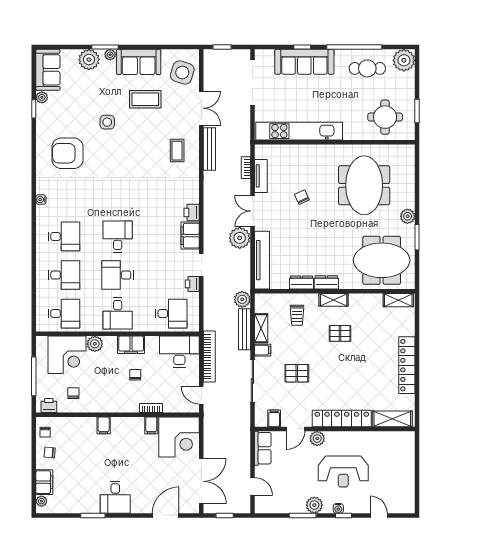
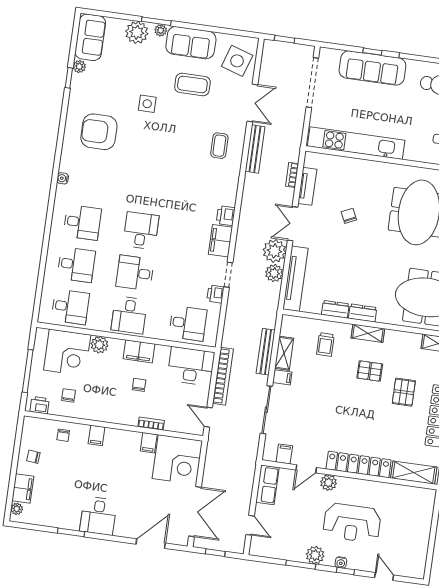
plant: (242, 299) -> (274, 273), moved
pallet: (297, 373) -> (404, 392), moved, turned 90
chair: (45, 432) -> (63, 435), moved

